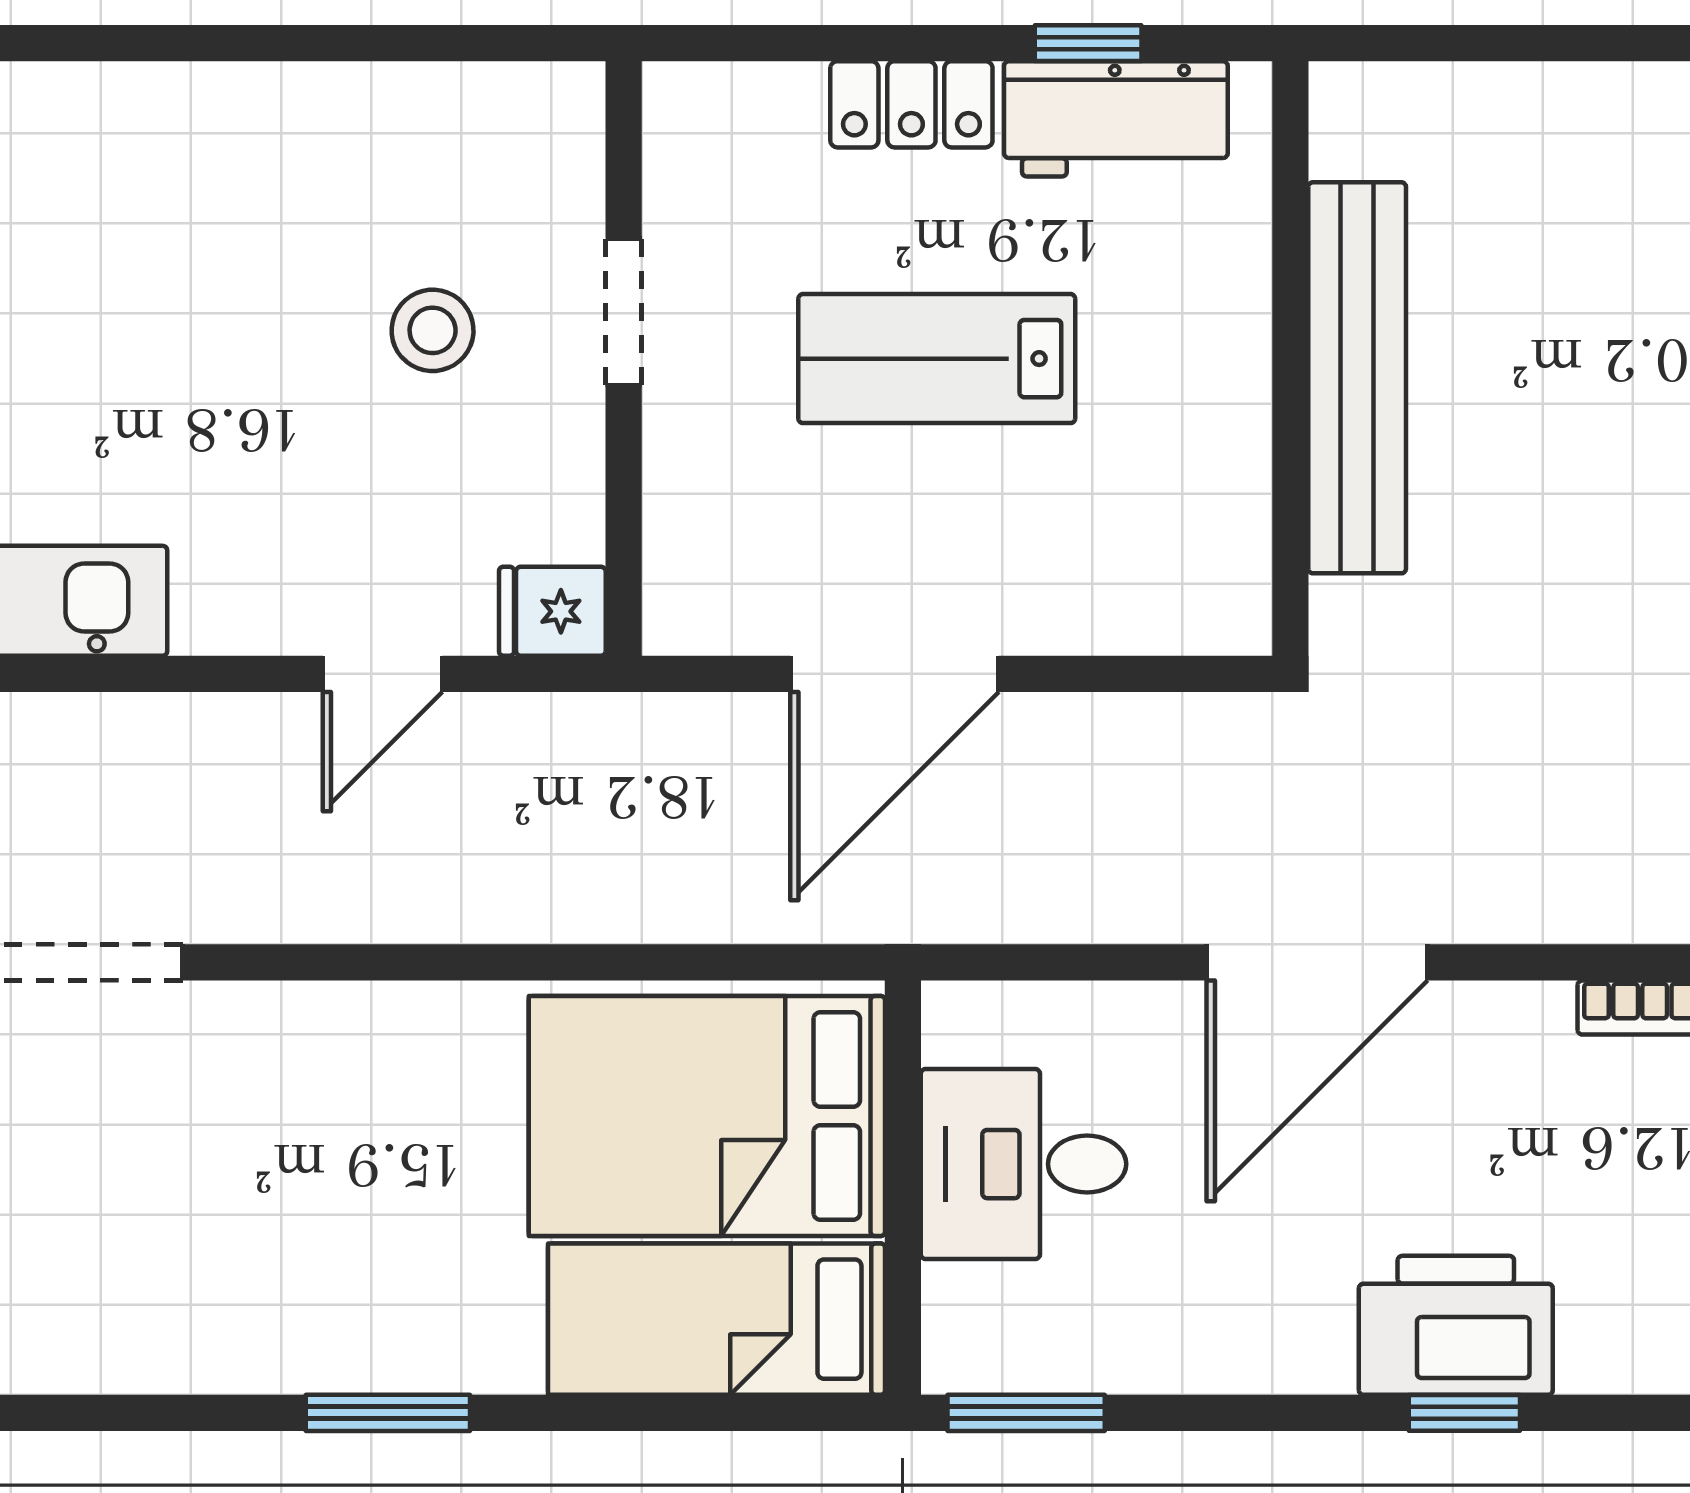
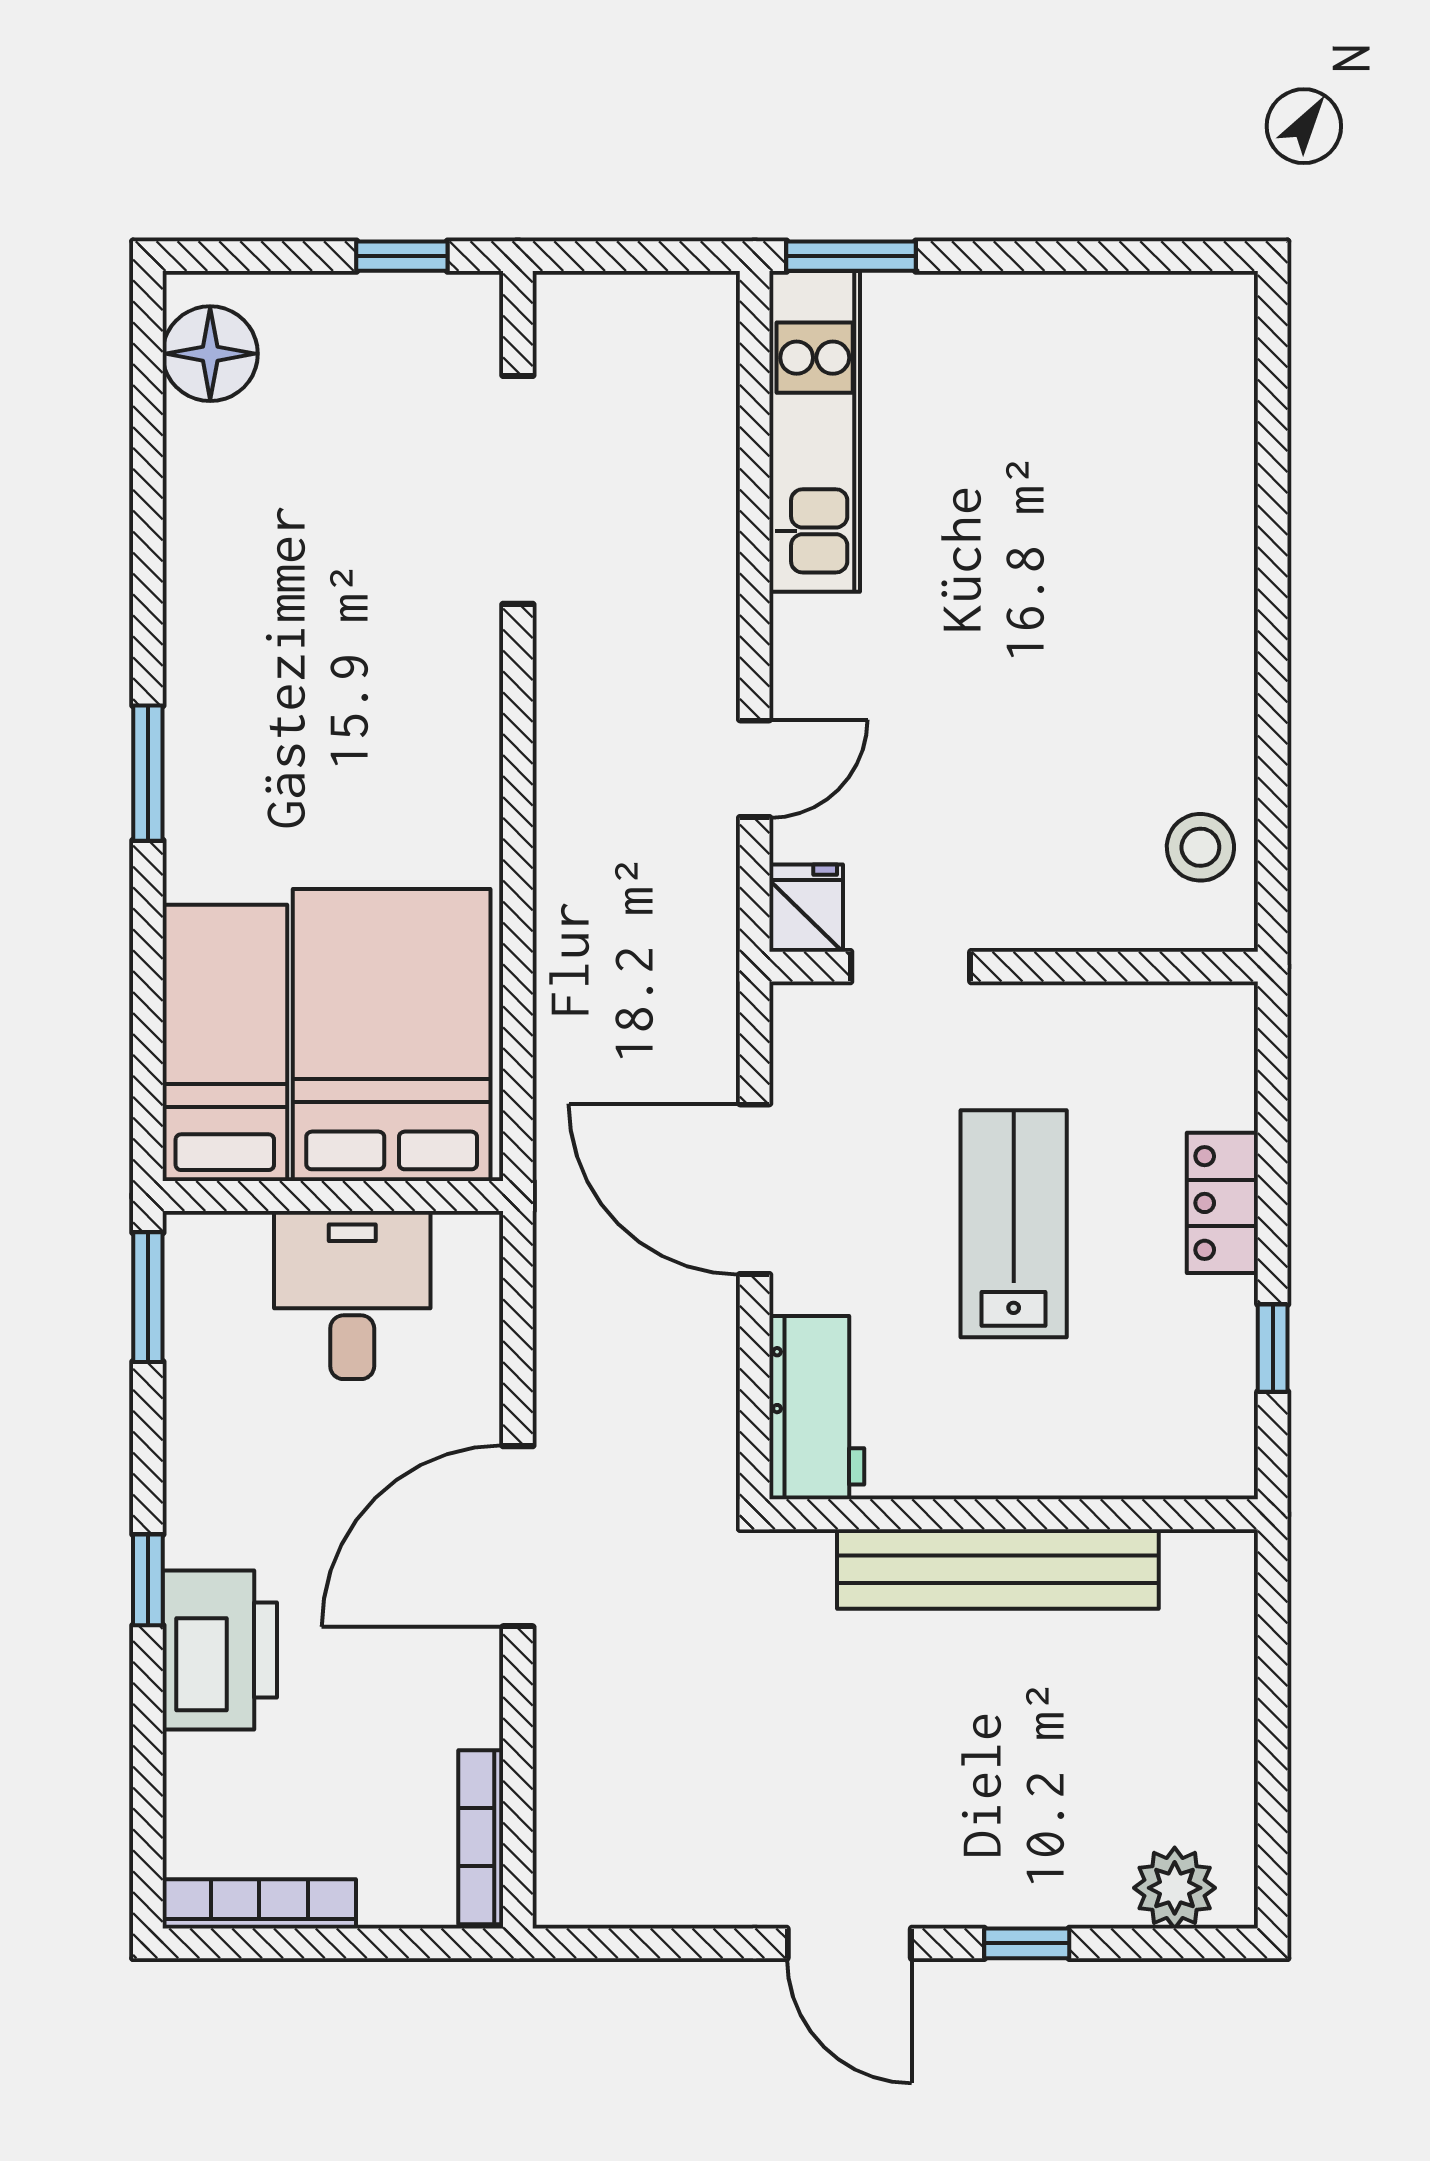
workbench: (1116, 119) -> (817, 1408), moved, turned 180
doorway: (624, 312) -> (911, 967), moved
stool: (433, 330) -> (1200, 847), moved
door: (383, 674) -> (755, 769), swing flipped
door: (1317, 962) -> (518, 1536), hinge flipped
window: (1464, 1413) -> (148, 1580), moved

